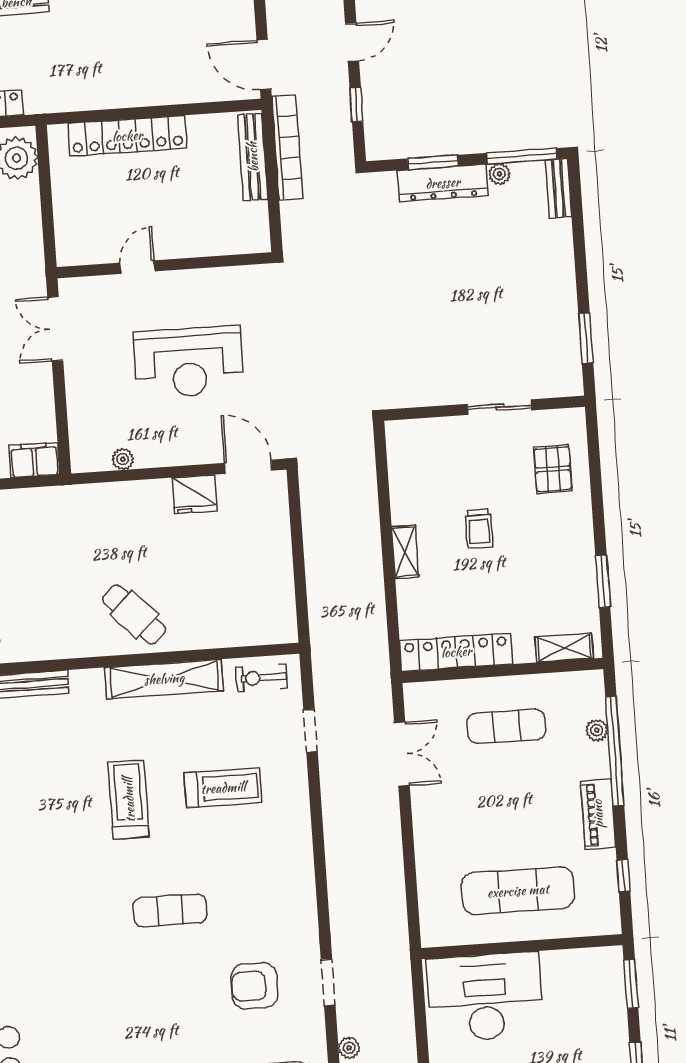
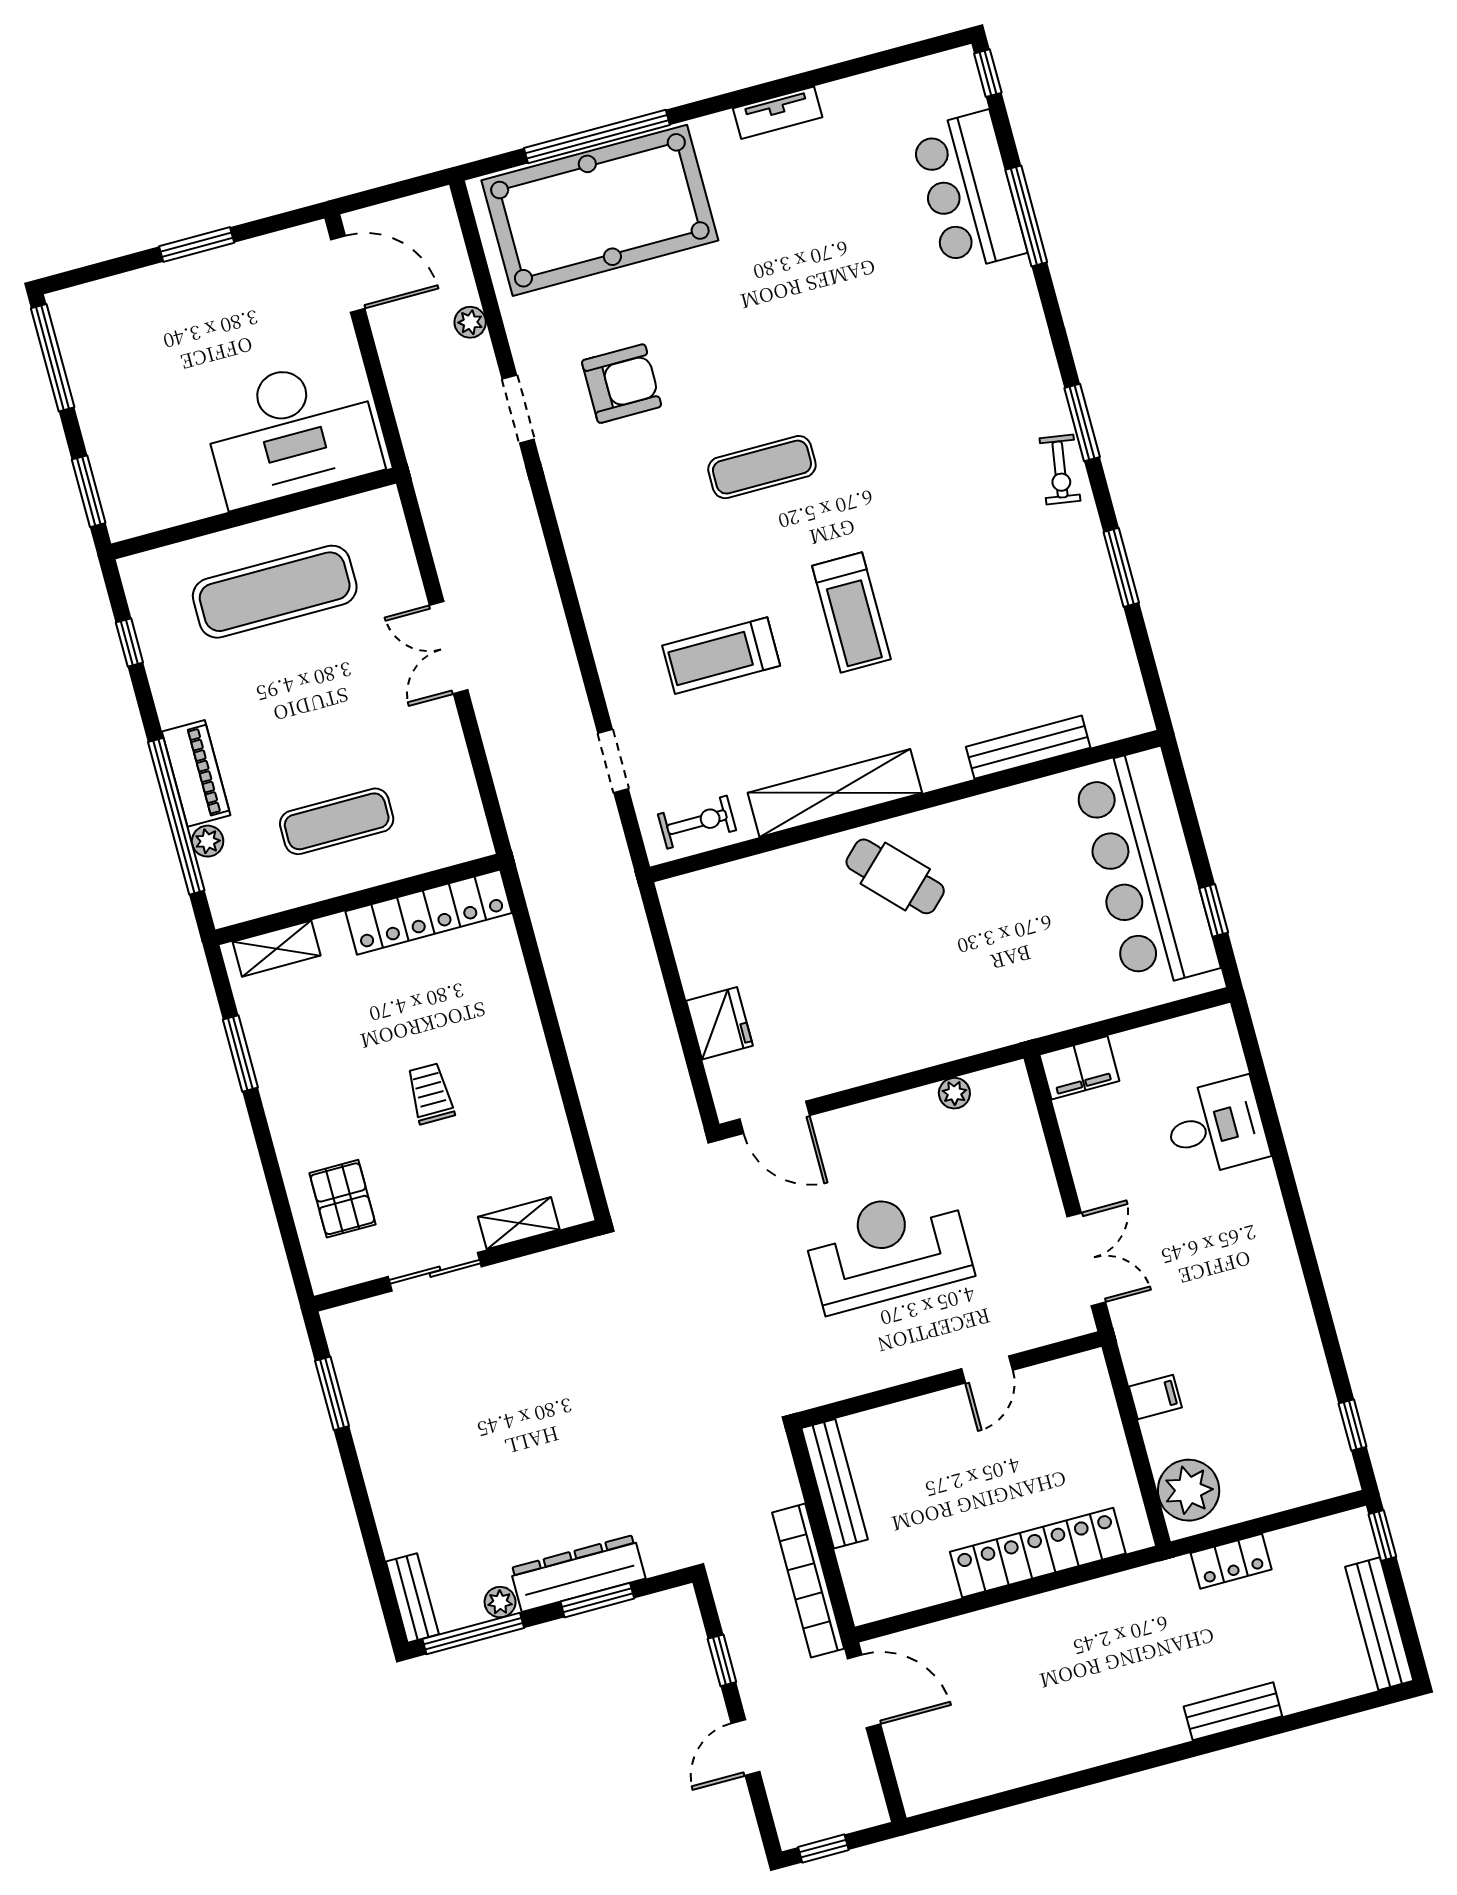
bench: (253, 157) -> (835, 1484), moved
filing cabinet: (27, 226) -> (1155, 1397), added
fridge: (195, 494) -> (719, 1023), moved, turned 90
shelving: (405, 552) -> (519, 1223), moved, turned 90
double door: (402, 754) -> (449, 648), moved
piano: (598, 814) -> (196, 773), moved

